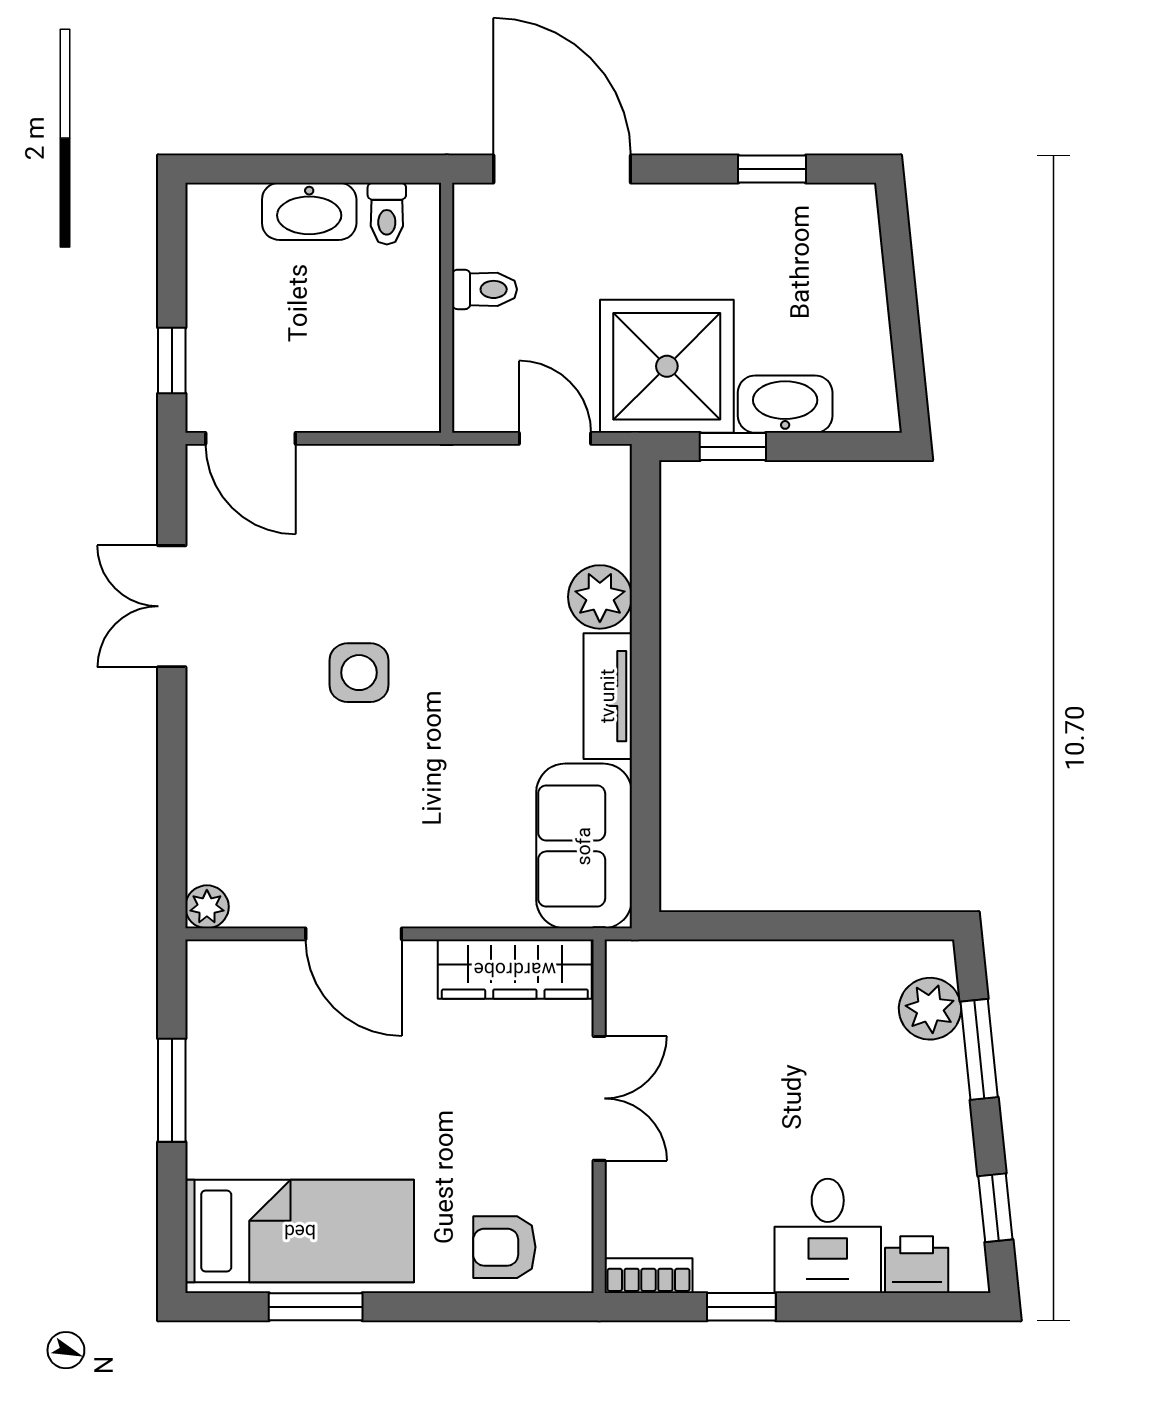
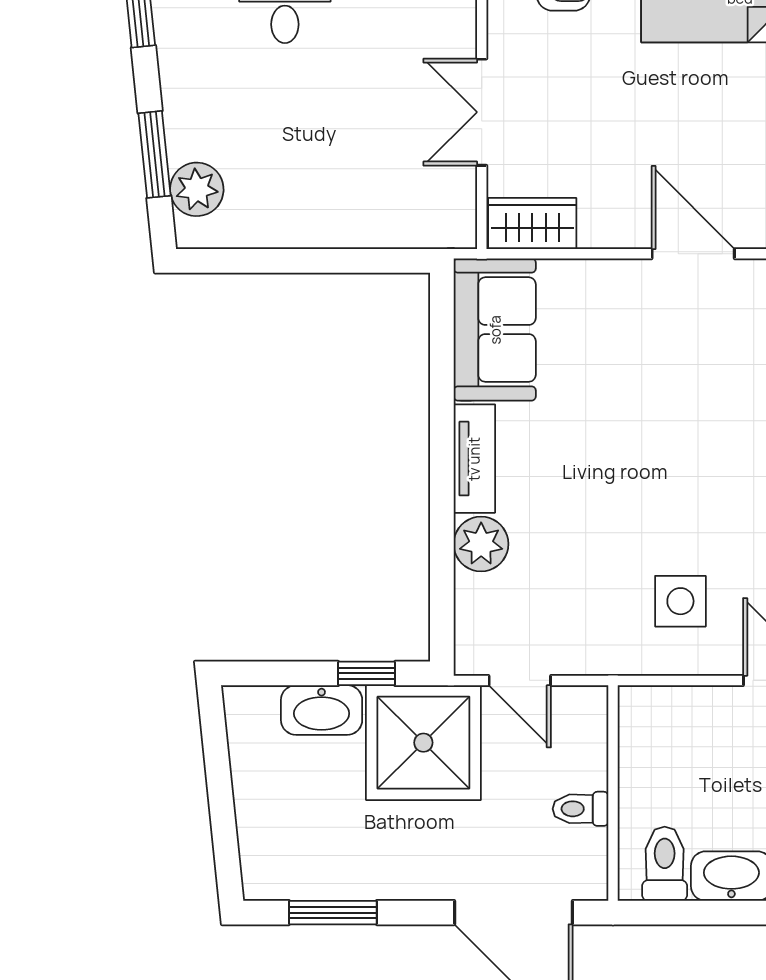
window: (772, 169) -> (333, 913), width x1.50
toilet: (387, 214) -> (665, 864), width x1.37, depth x1.39
side table: (359, 673) -> (680, 601), moved
wardrobe: (515, 969) -> (532, 223), width x0.67

